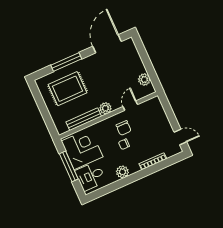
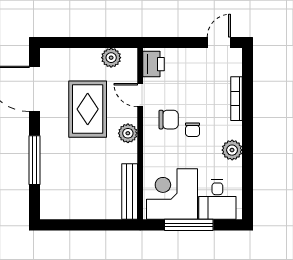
rug: (67, 89) -> (88, 109), moved
printer: (151, 105) -> (153, 64), added
bench: (84, 119) -> (130, 192), moved

